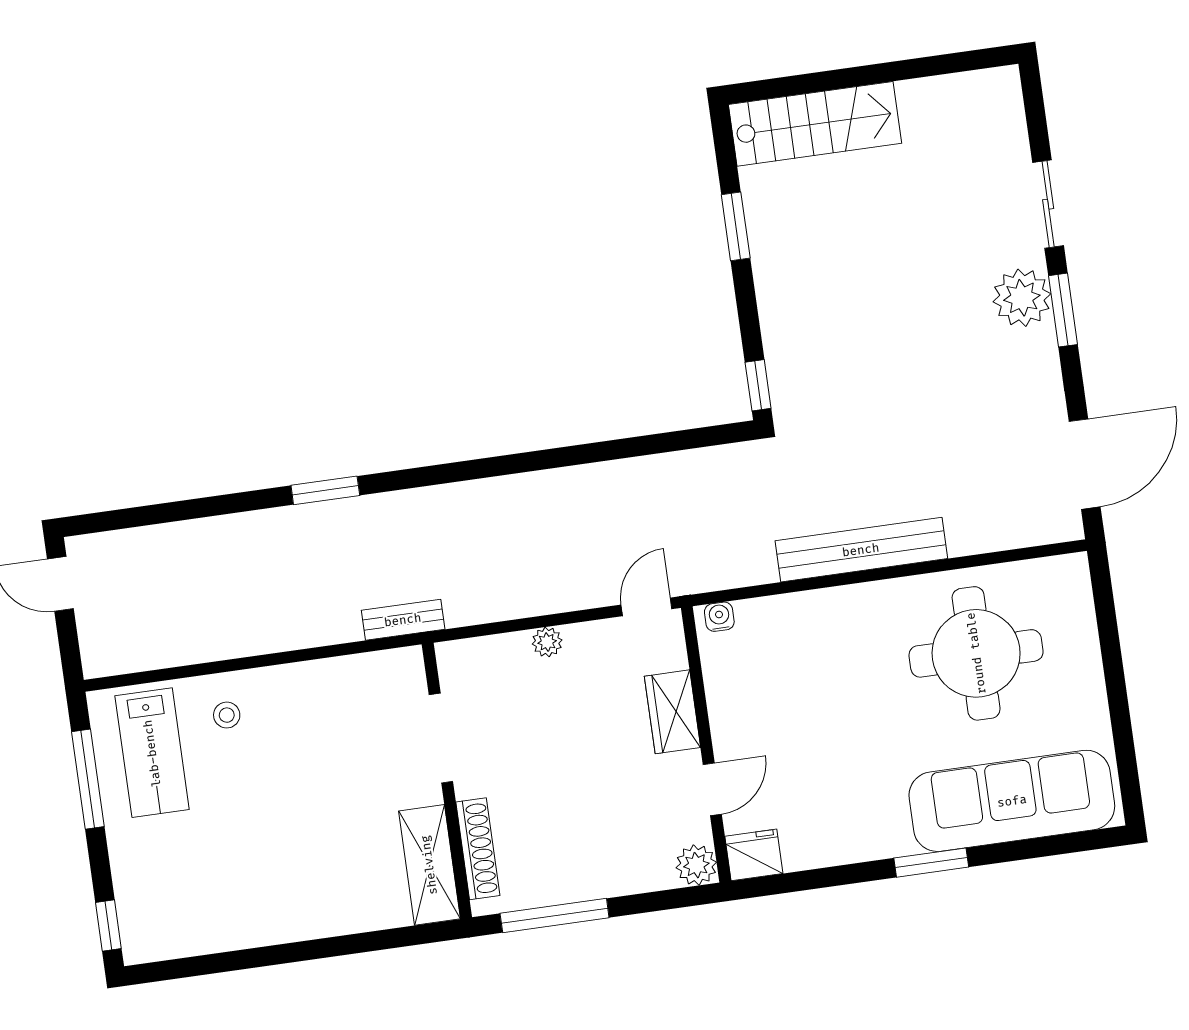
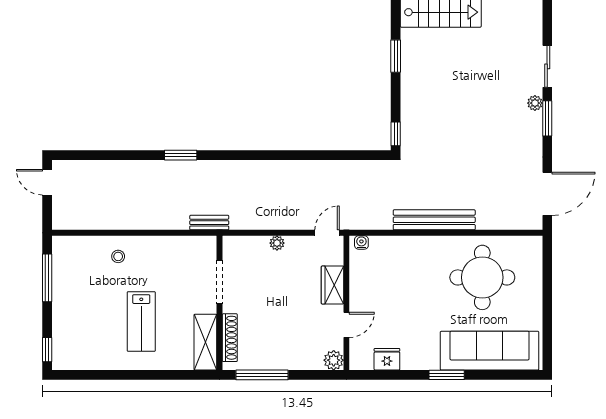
plant: (1022, 298) -> (535, 103), width x0.53, depth x0.53
lab bench: (152, 753) -> (141, 321), moved
fridge: (754, 855) -> (387, 359), moved

